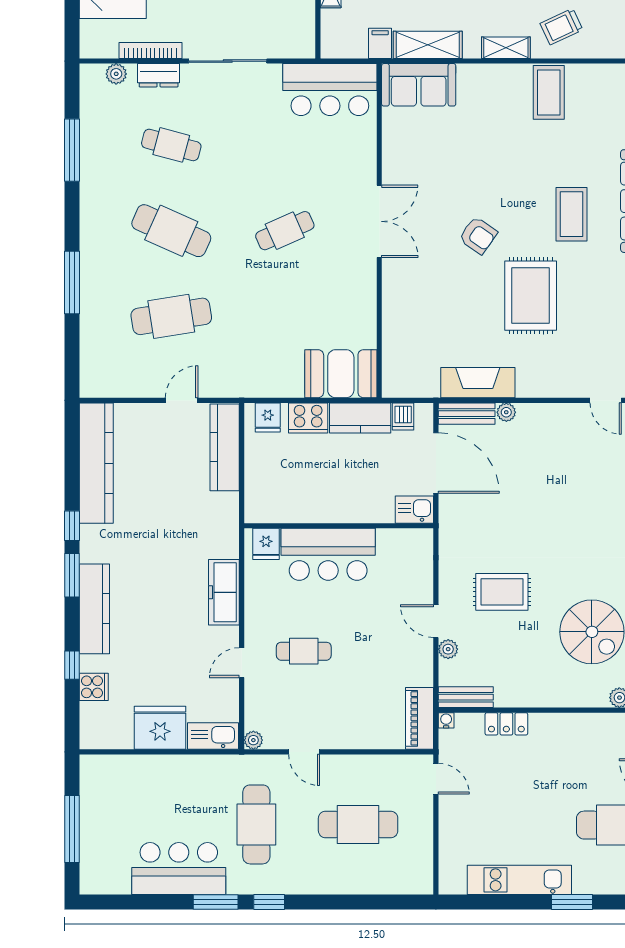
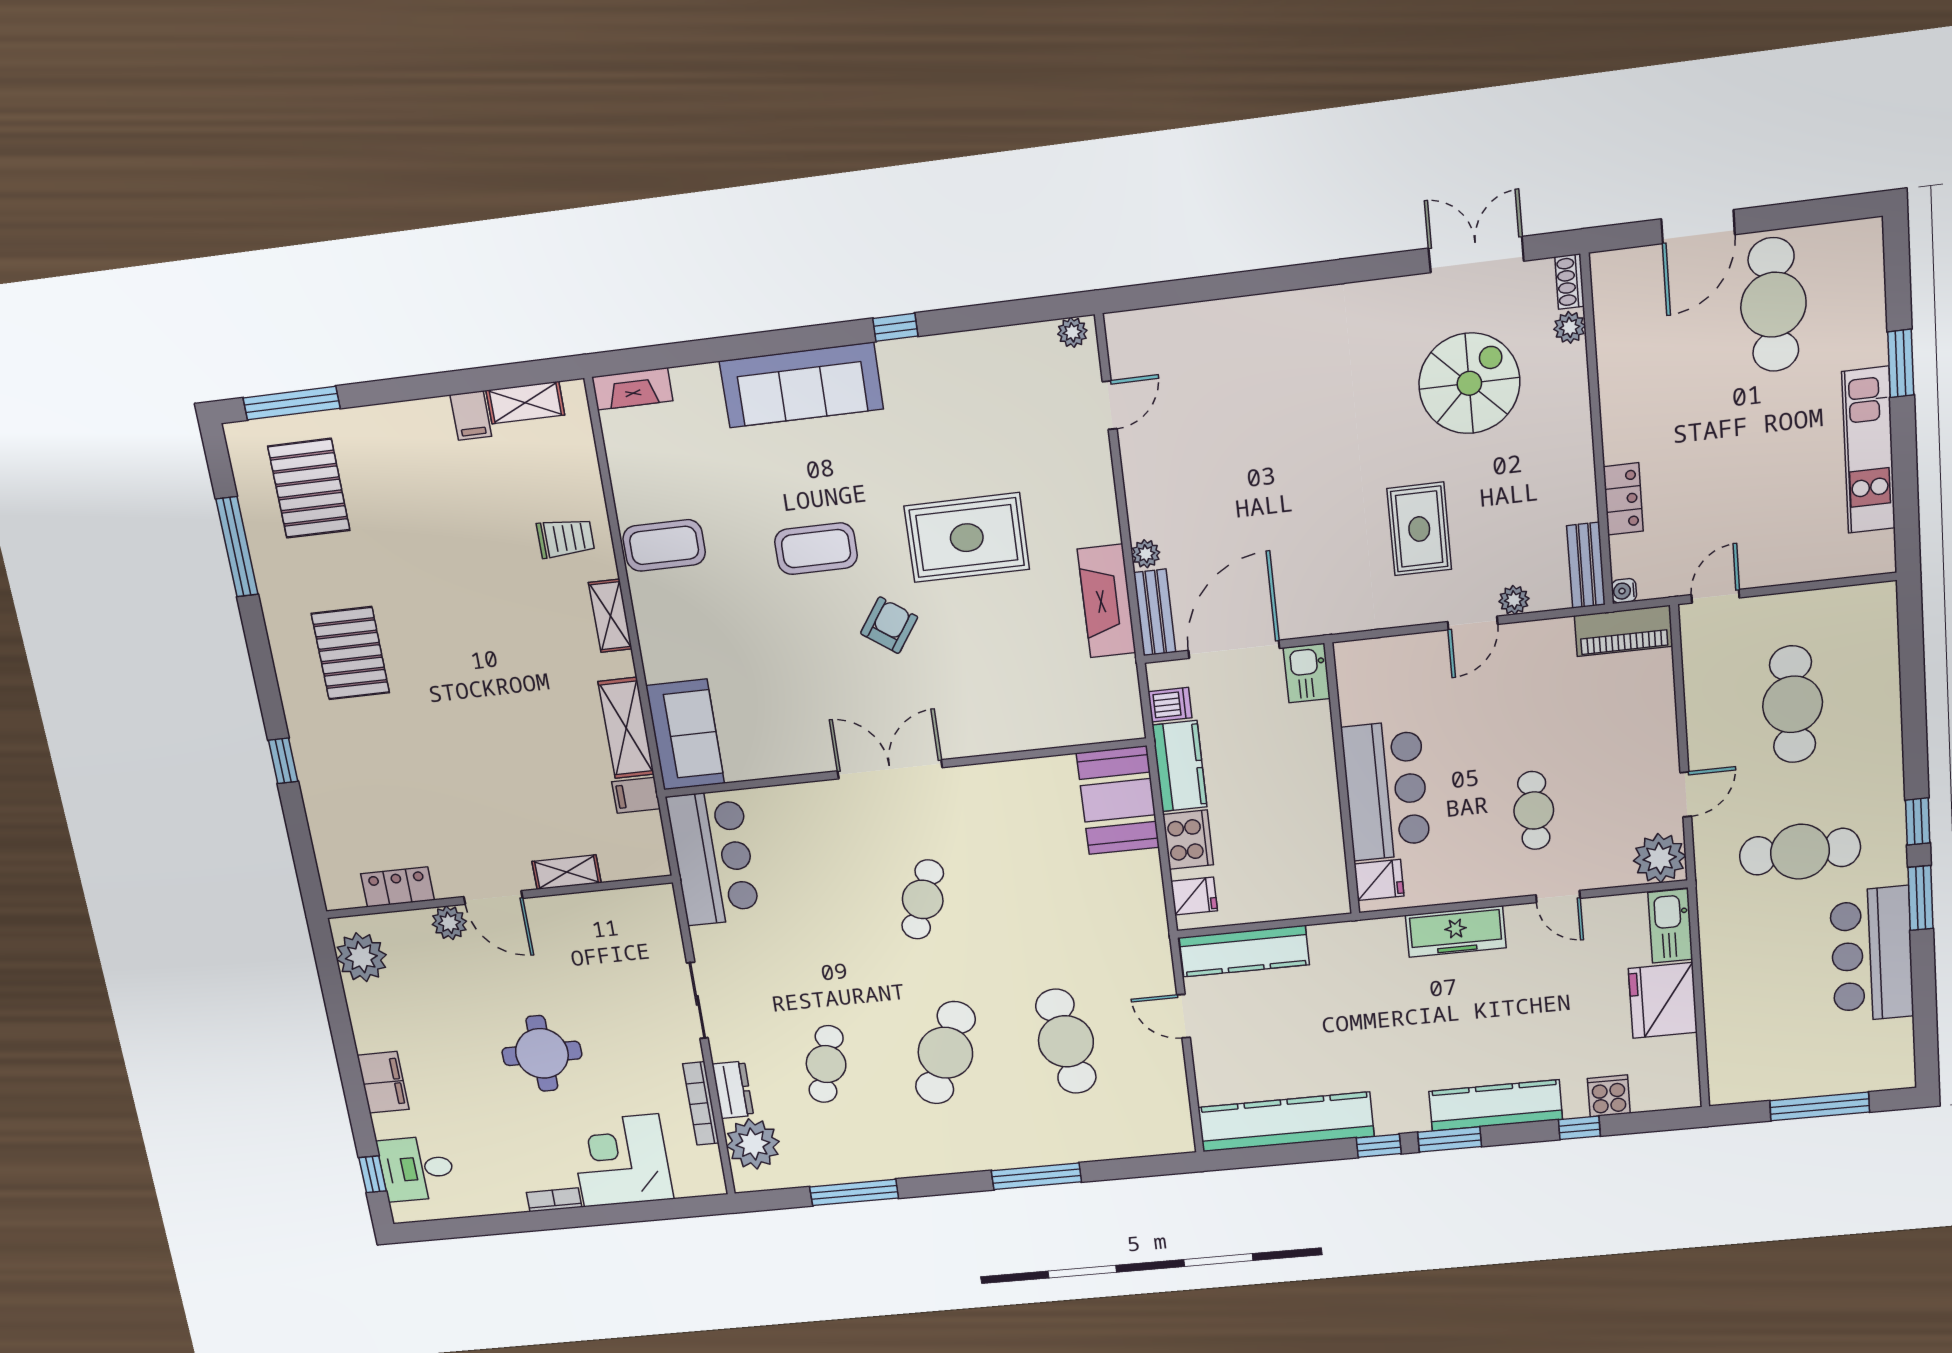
trolley: (561, 27) -> (566, 538), turned -65
sliding door: (228, 61) -> (697, 1000), width x0.73
plant: (116, 74) -> (753, 1144), width x1.87, depth x1.87
coffee table: (572, 214) -> (816, 549), moved
cafe table: (285, 231) -> (923, 899), turned 45
plant: (253, 740) -> (1660, 858), width x1.87, depth x1.87

